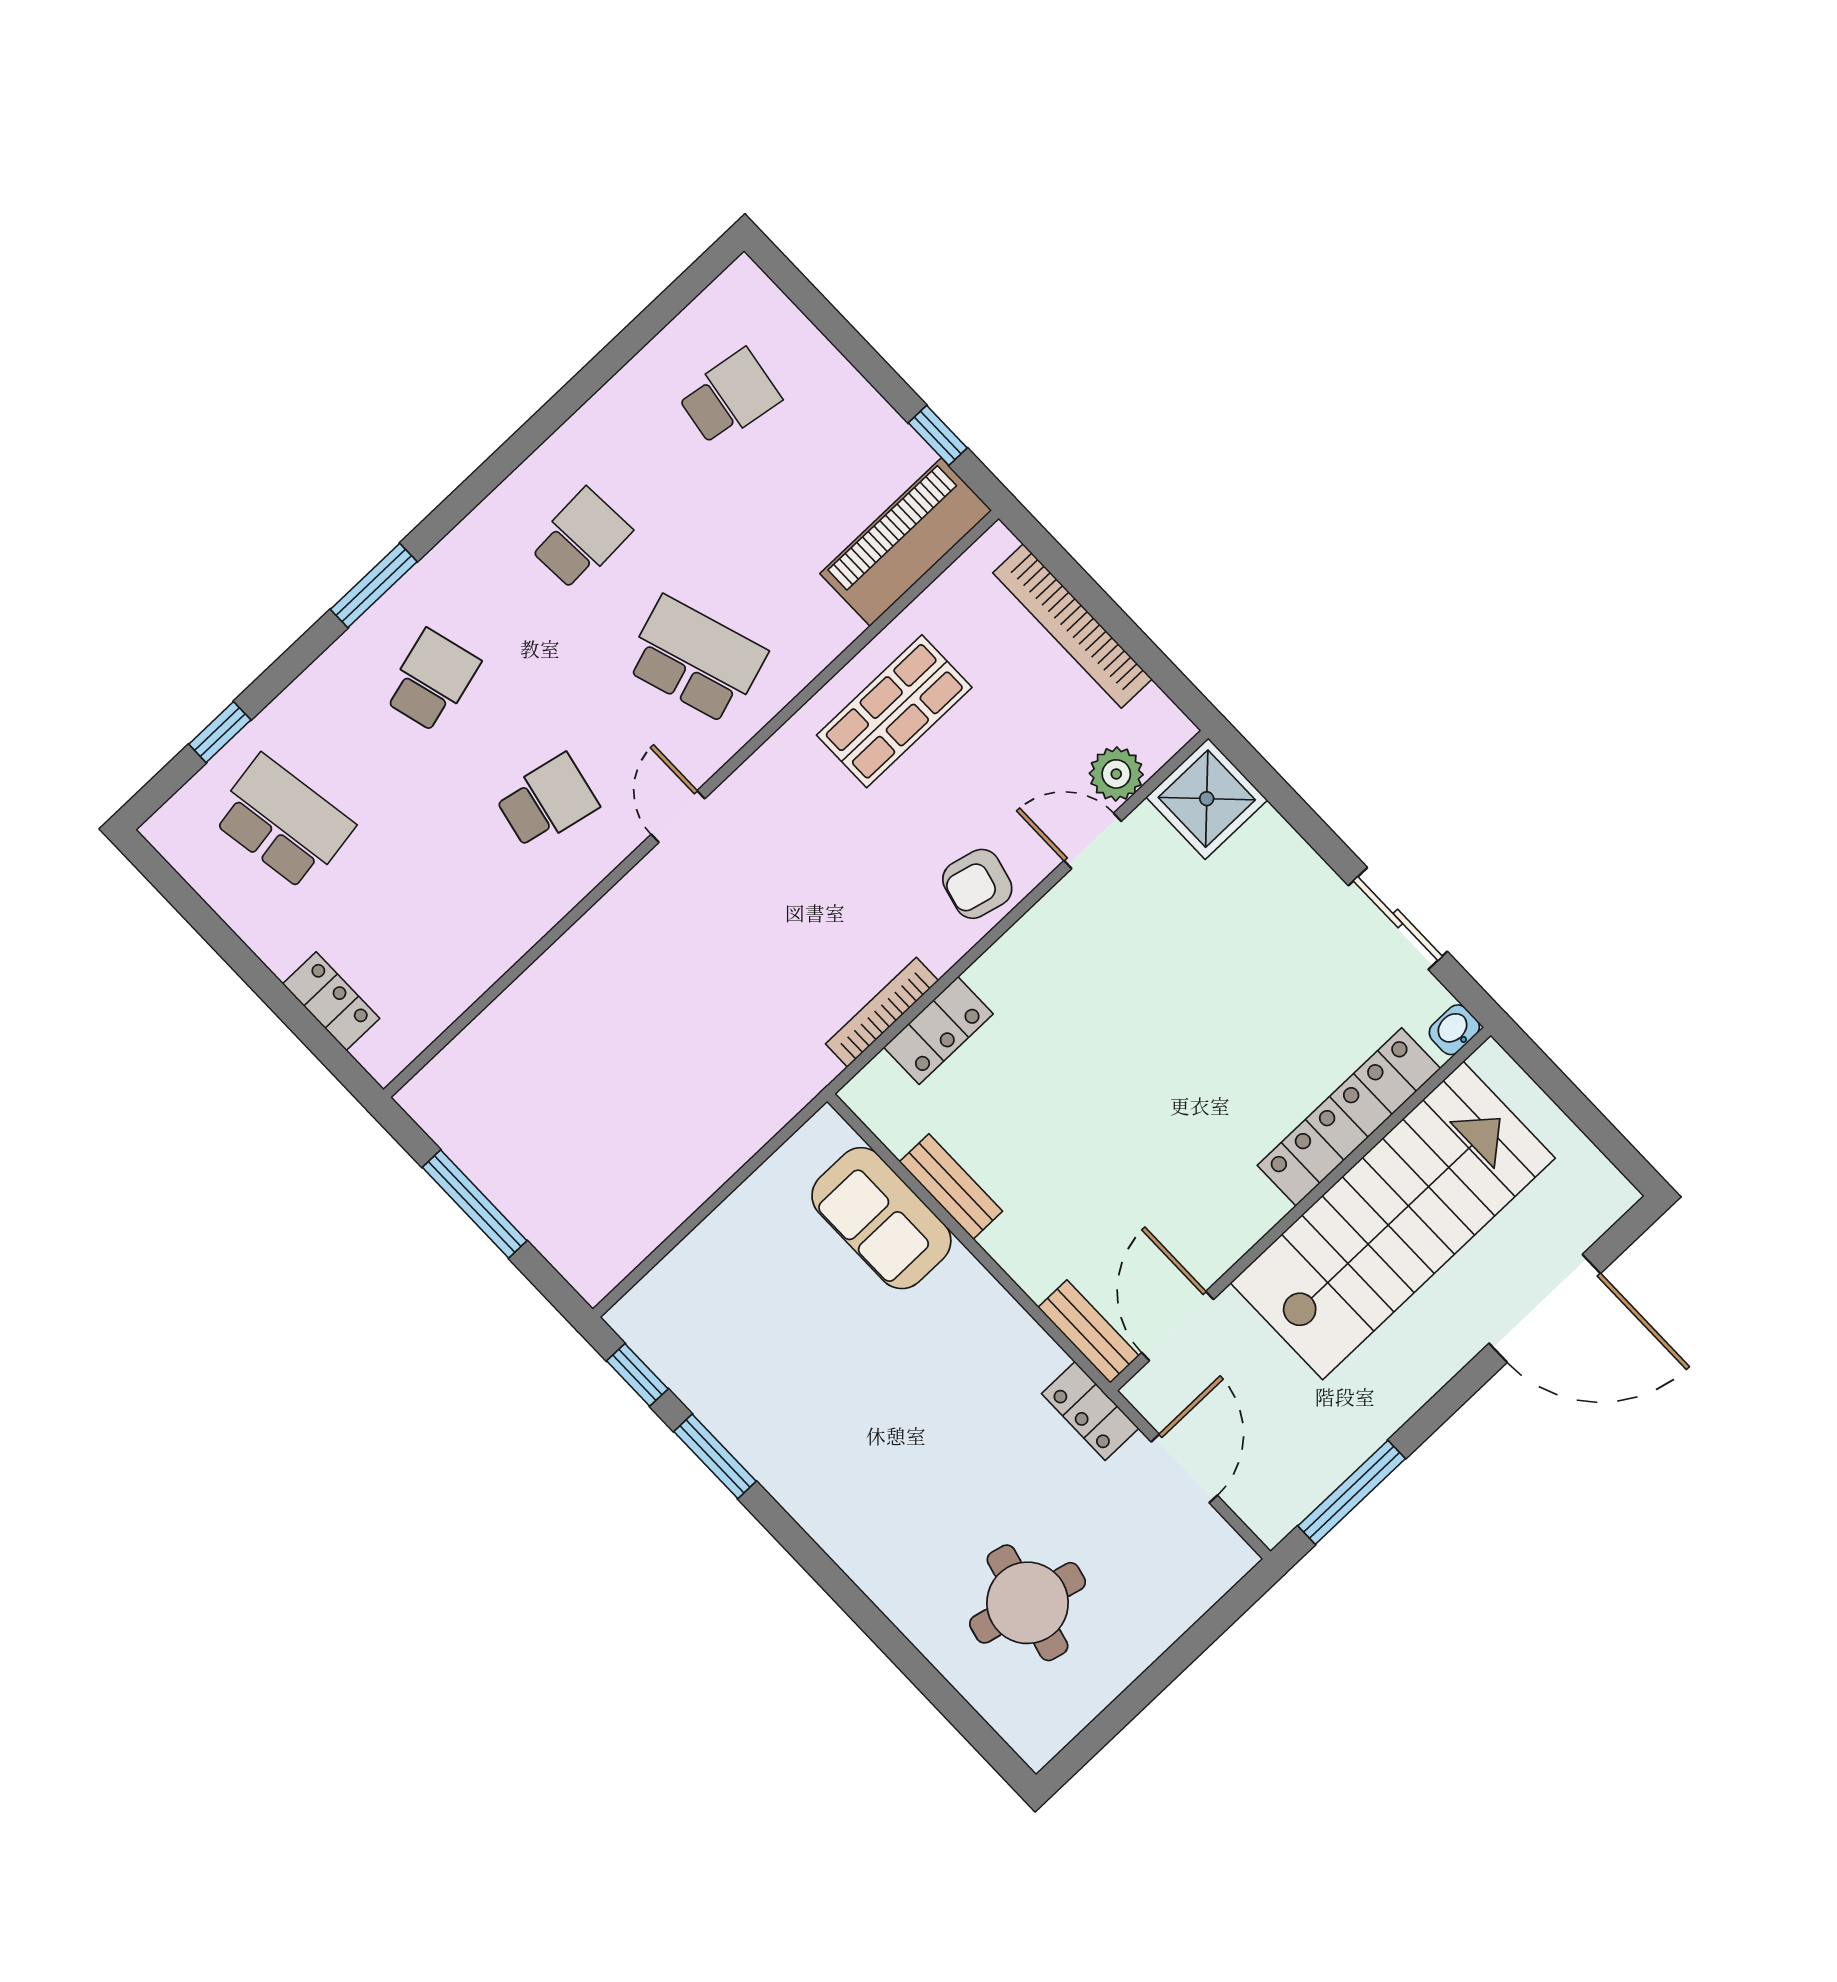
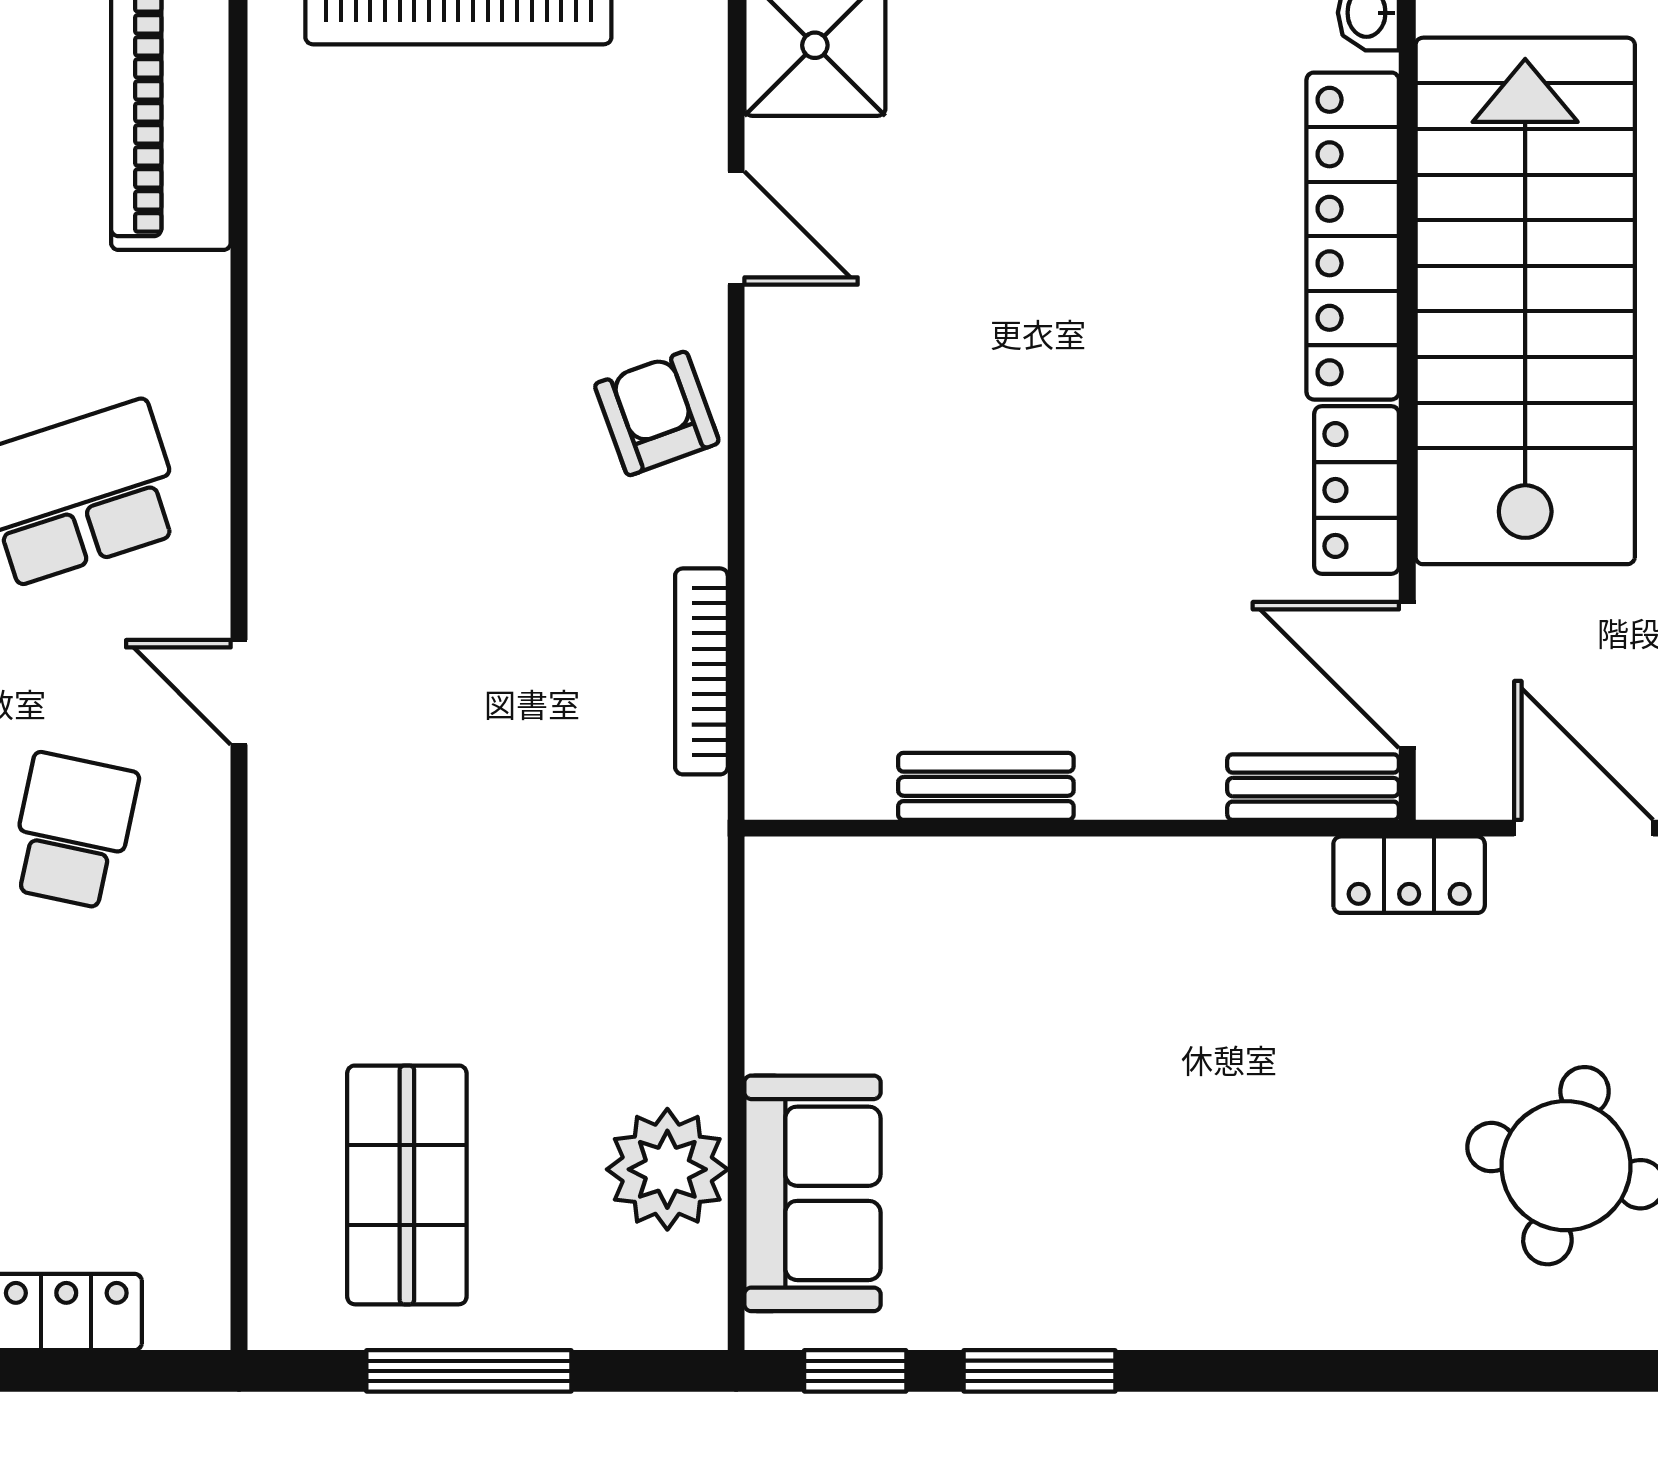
shop shelf: (894, 711) -> (407, 1185), moved
plant: (1116, 774) -> (667, 1169), moved, width x1.36, depth x1.36
door: (1093, 841) -> (736, 228), swing flipped
armchair: (977, 884) -> (657, 413), turned 146
locker: (938, 1030) -> (1357, 490), moved, turned 180
sofa: (881, 1218) -> (812, 1193), moved, turned -90

